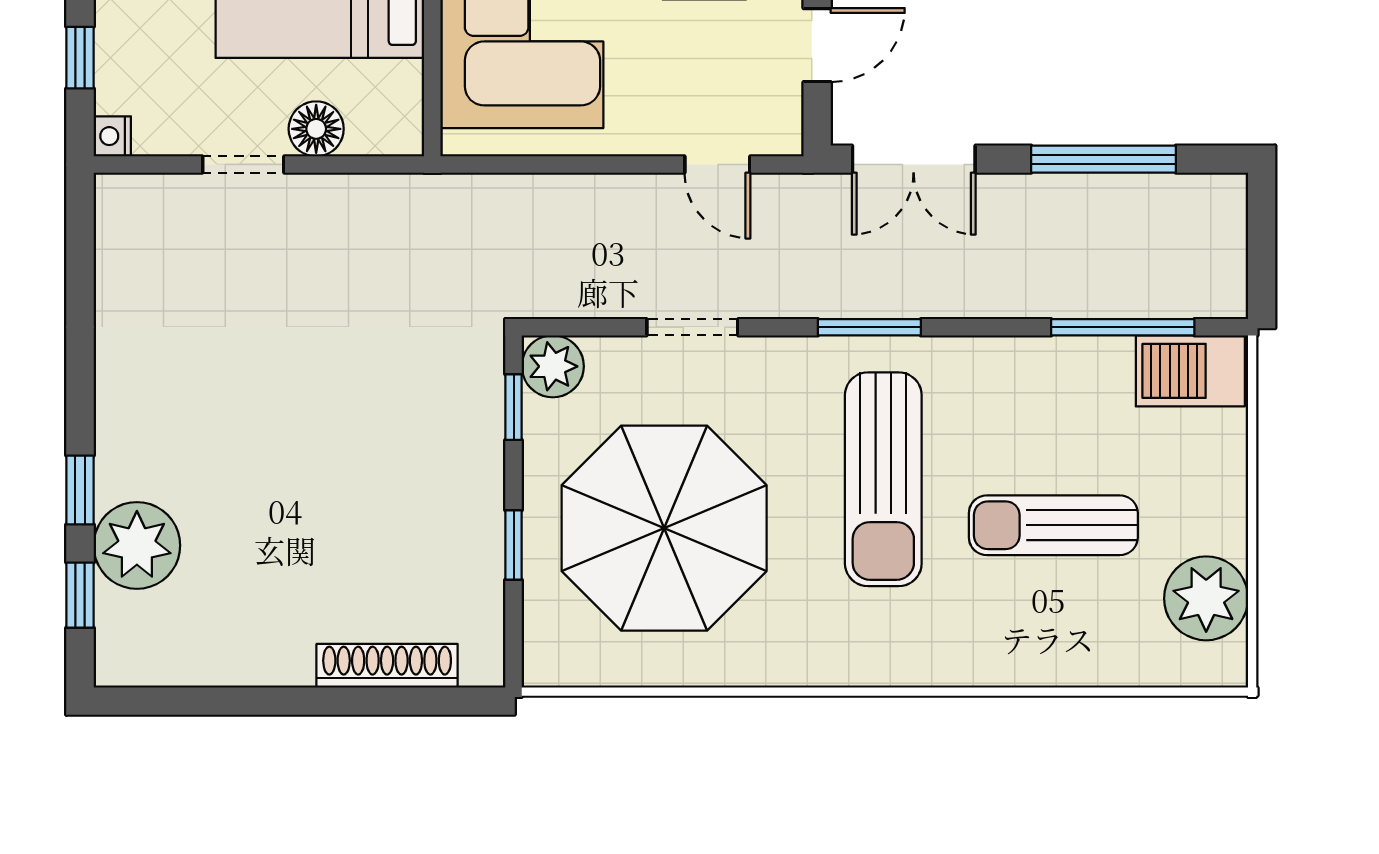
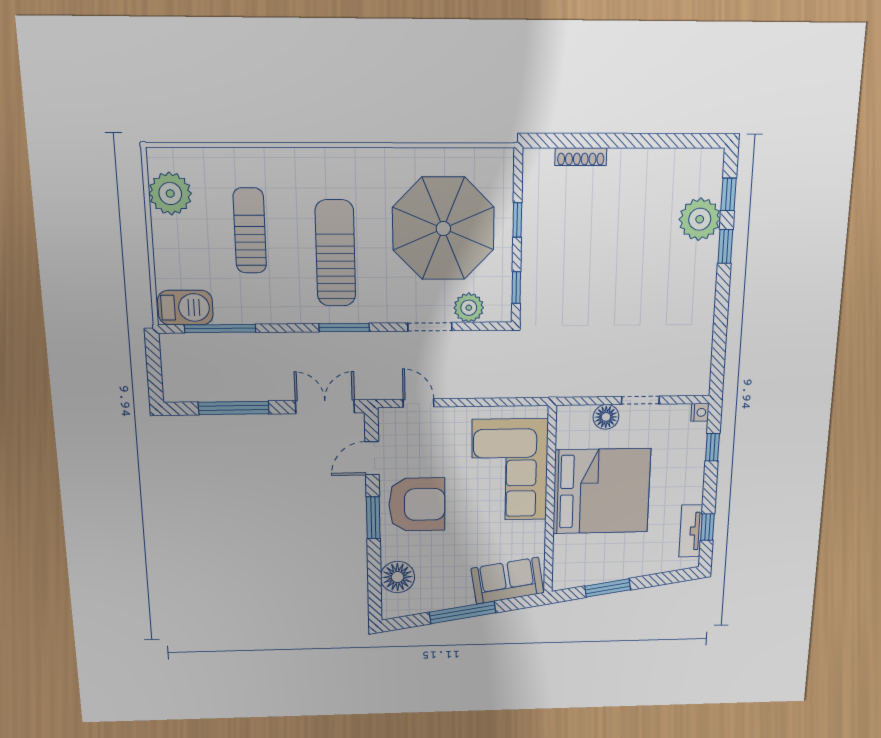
plant: (553, 366) -> (469, 308), moved
sun lounger: (1053, 525) -> (250, 231), turned -90
shoe rack: (387, 666) -> (581, 157), width x0.74, depth x0.81

